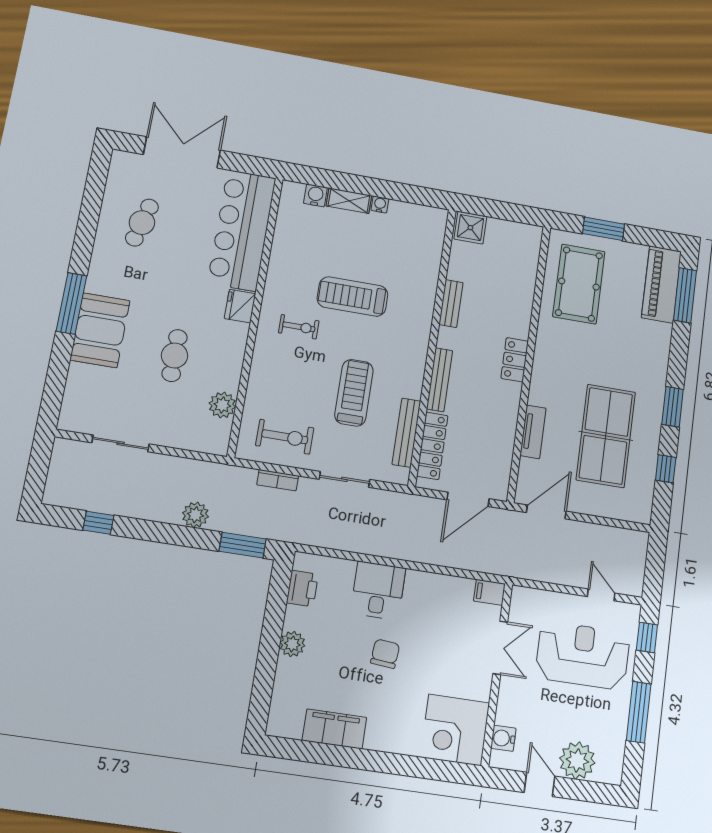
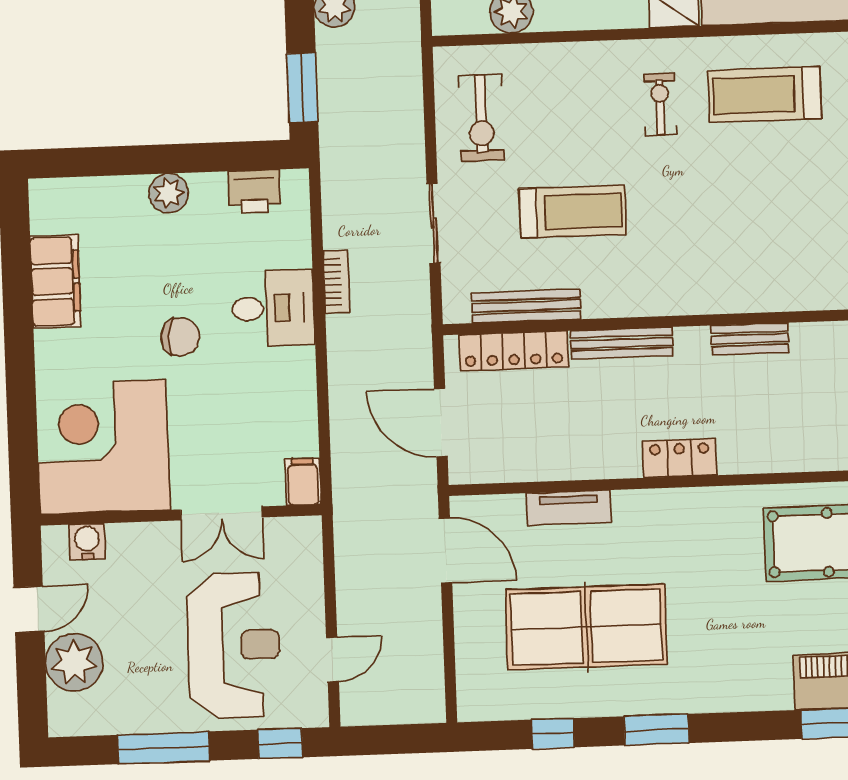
treadmill: (353, 297) -> (765, 95), moved, turned -90
exercise bike: (299, 327) -> (660, 104), turned 180
bookcase: (278, 480) -> (337, 282), moved, turned 180
corner desk: (455, 730) -> (103, 447), width x1.36, depth x1.36

